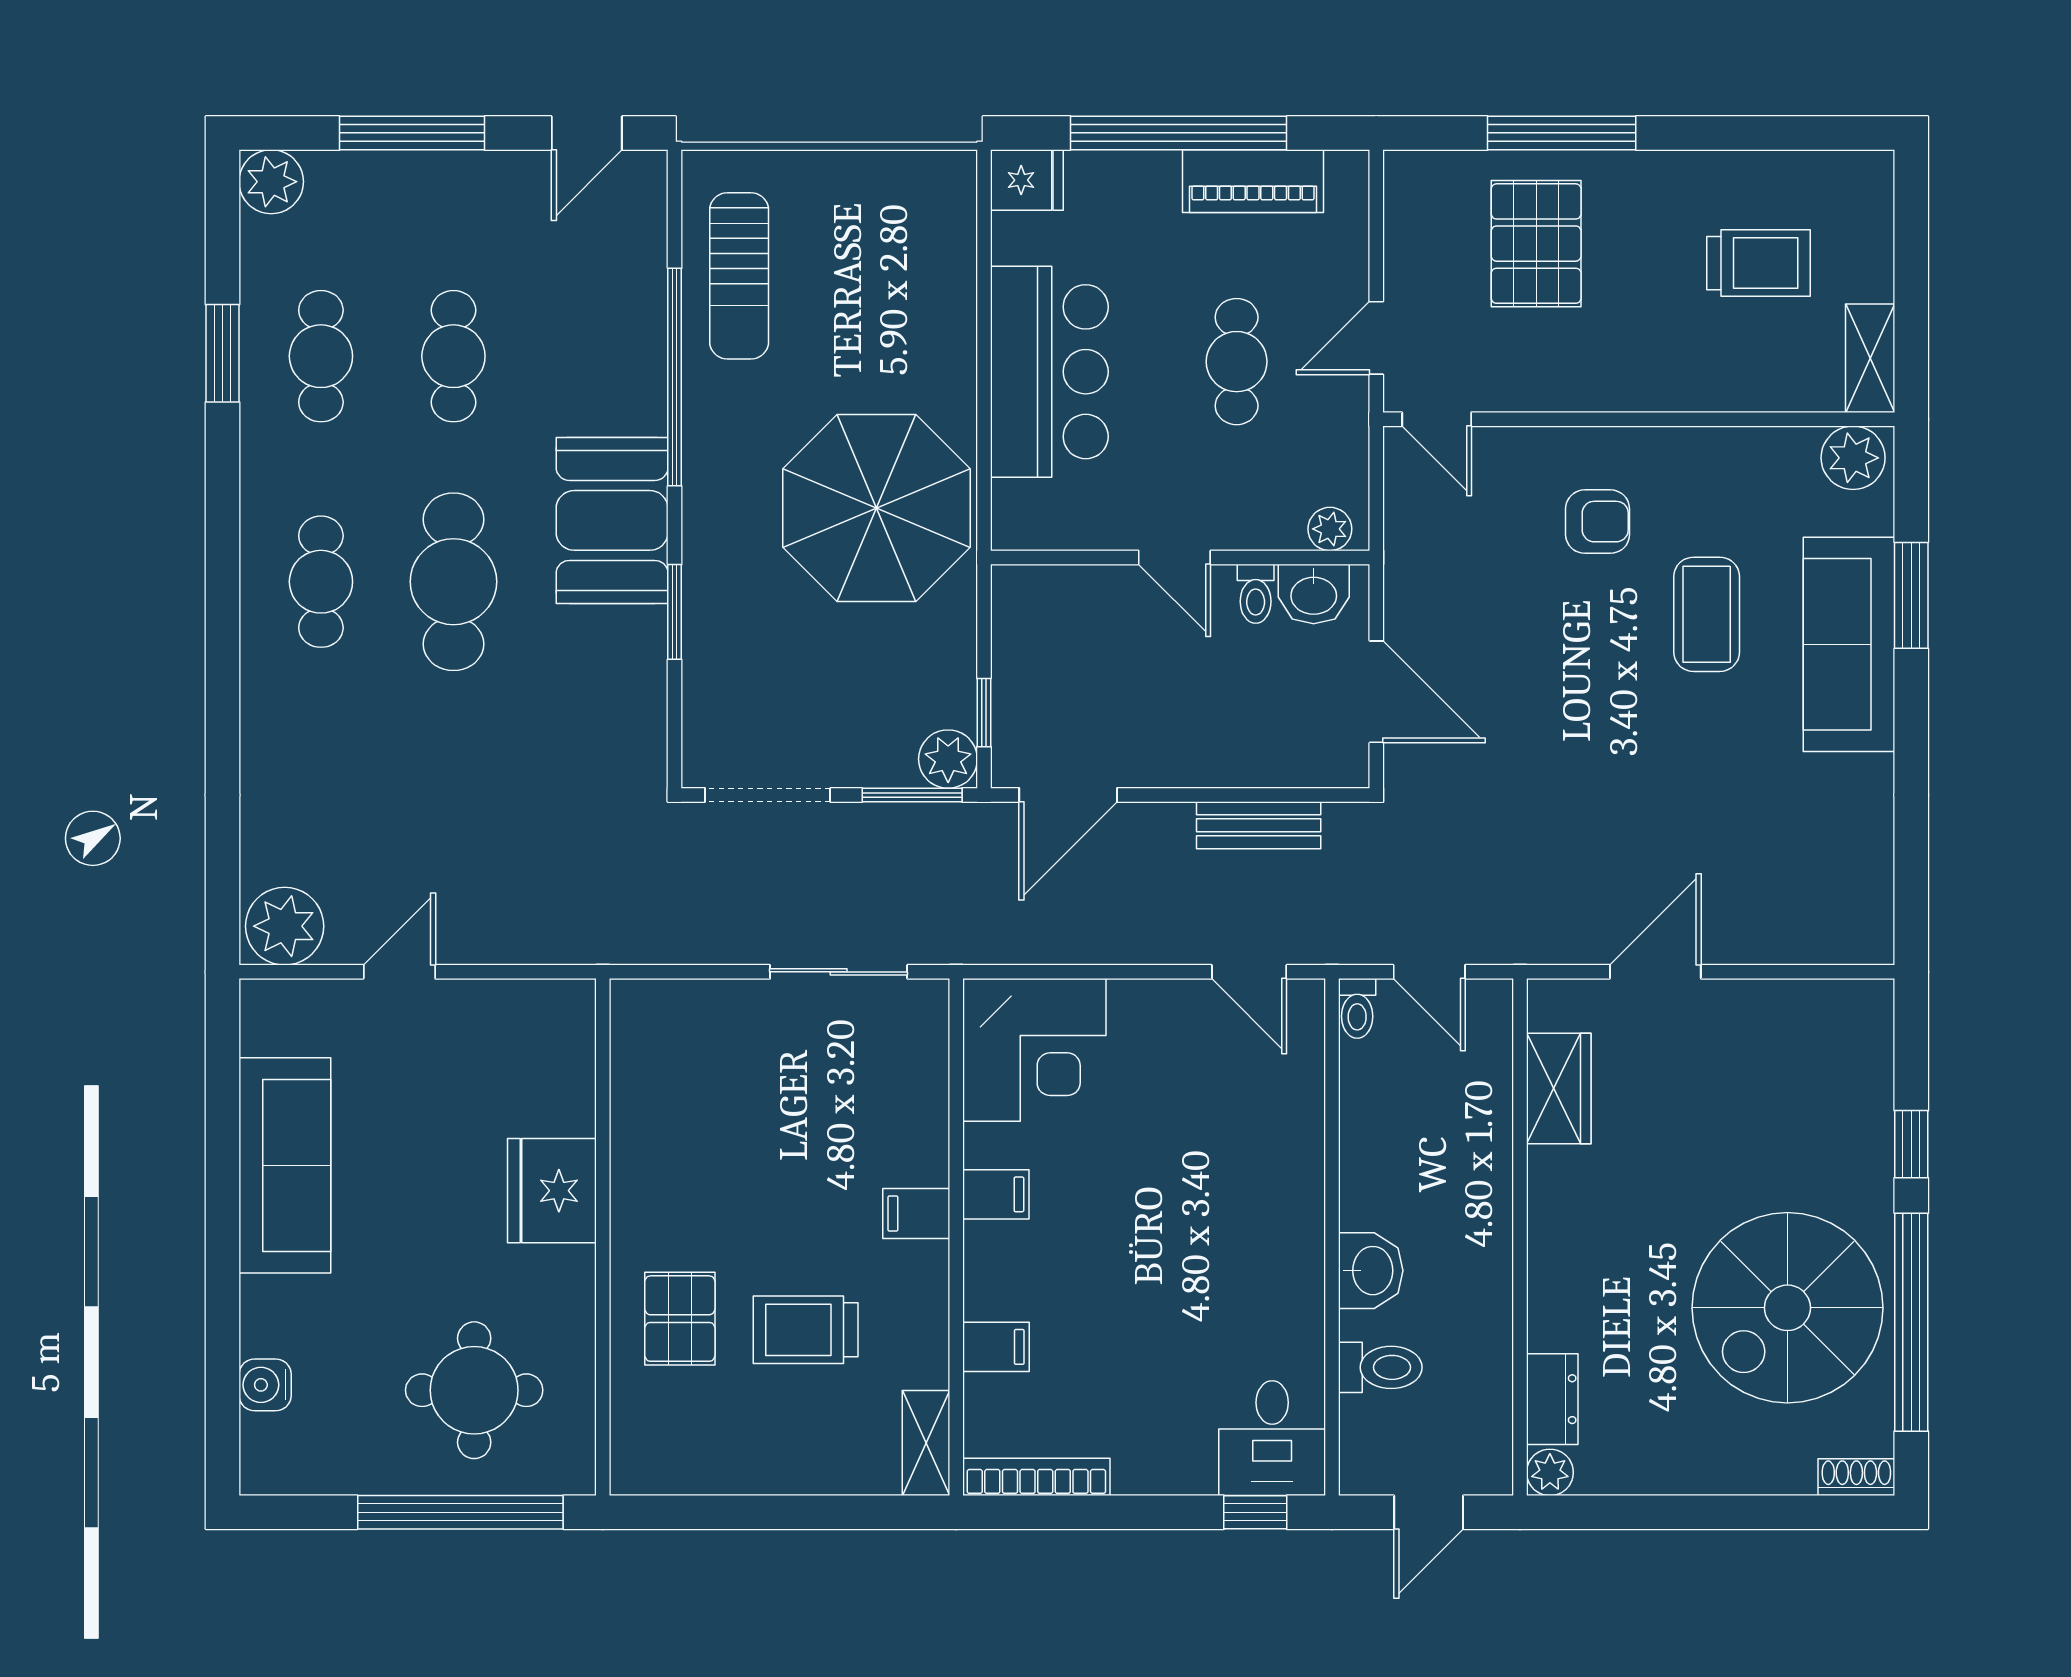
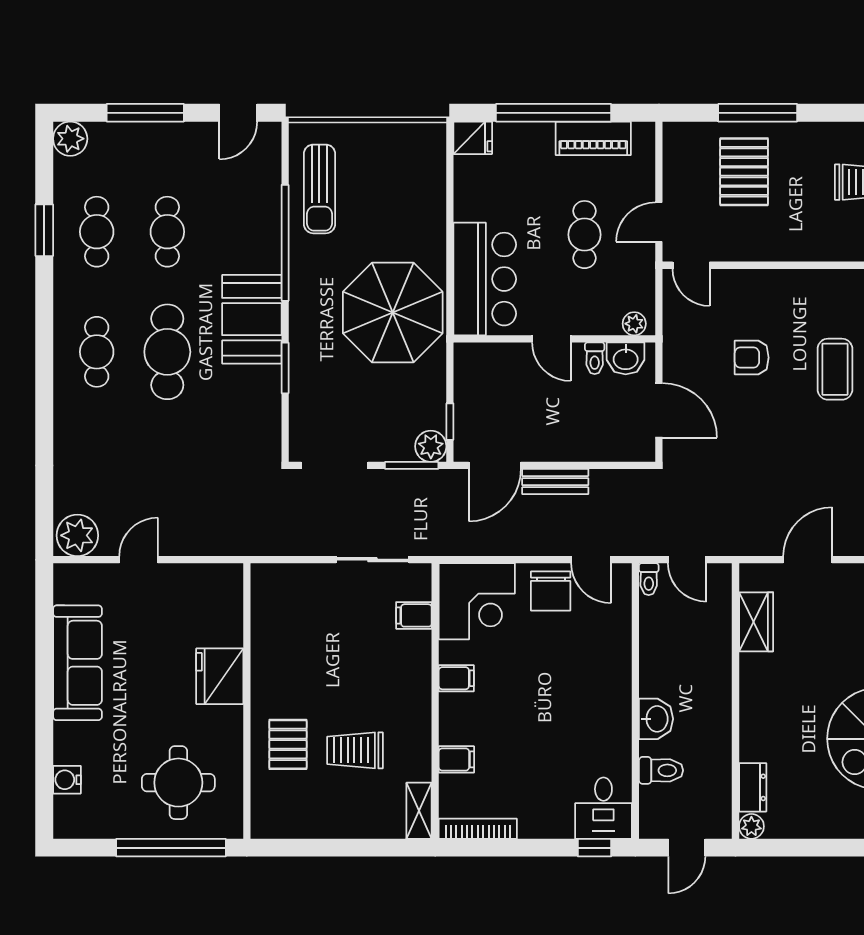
bar counter: (1049, 372) -> (485, 279), moved
armchair: (1598, 522) -> (752, 358), moved, turned 180
bench: (1259, 825) -> (555, 482), moved
chair: (1173, 1031) -> (551, 591), added
filing cabinet: (916, 1214) -> (414, 615), moved

